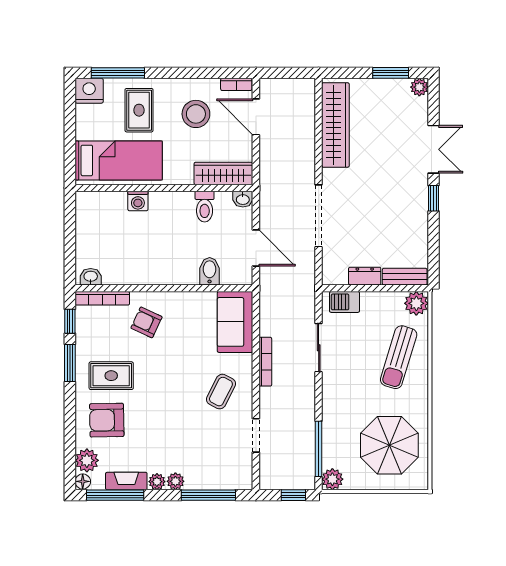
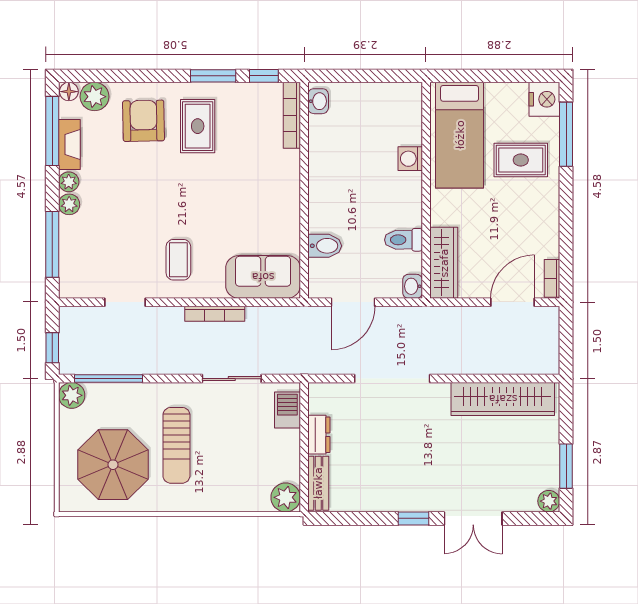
stool: (196, 114) -> (516, 229), removed
armchair: (146, 322) -> (262, 169), removed
sun lounger: (399, 357) -> (176, 445), moved, turned -107
coffee table: (221, 392) -> (178, 260), turned 63

